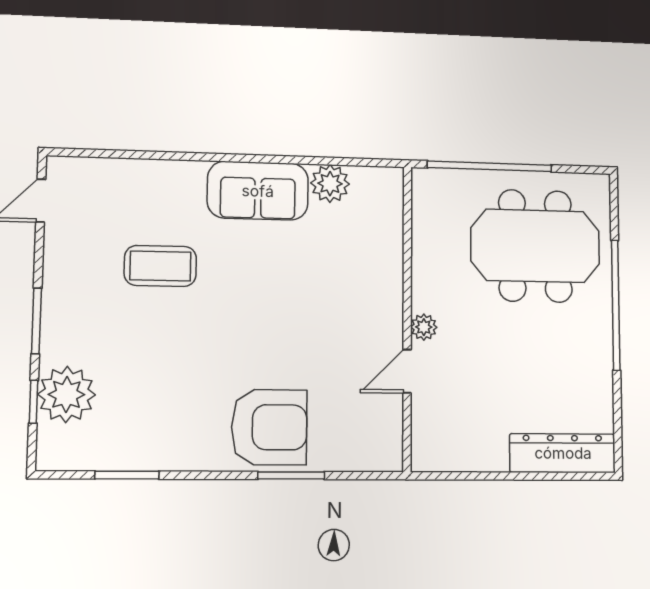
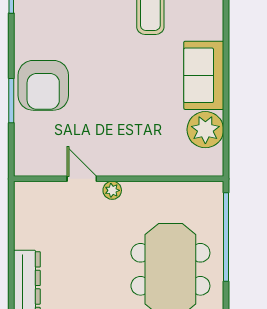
plant: (330, 184) -> (205, 130), width x1.36, depth x1.36

